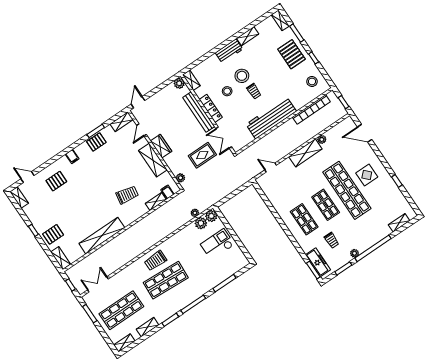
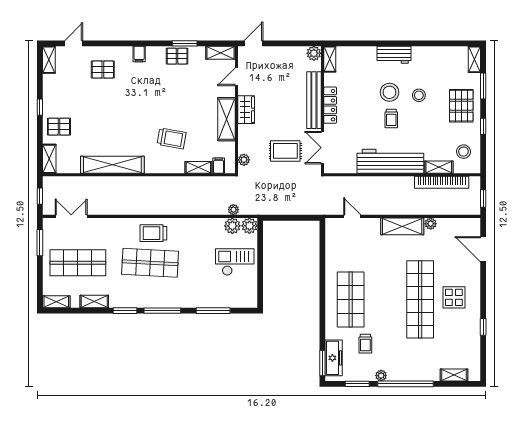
shelving: (248, 36) -> (439, 167), moved
stool: (227, 91) -> (419, 95), moved
door: (28, 177) -> (74, 43), hinge flipped
shop shelf: (326, 205) -> (385, 299), removed
shop shelf: (304, 219) -> (351, 299), width x1.43, depth x1.36

